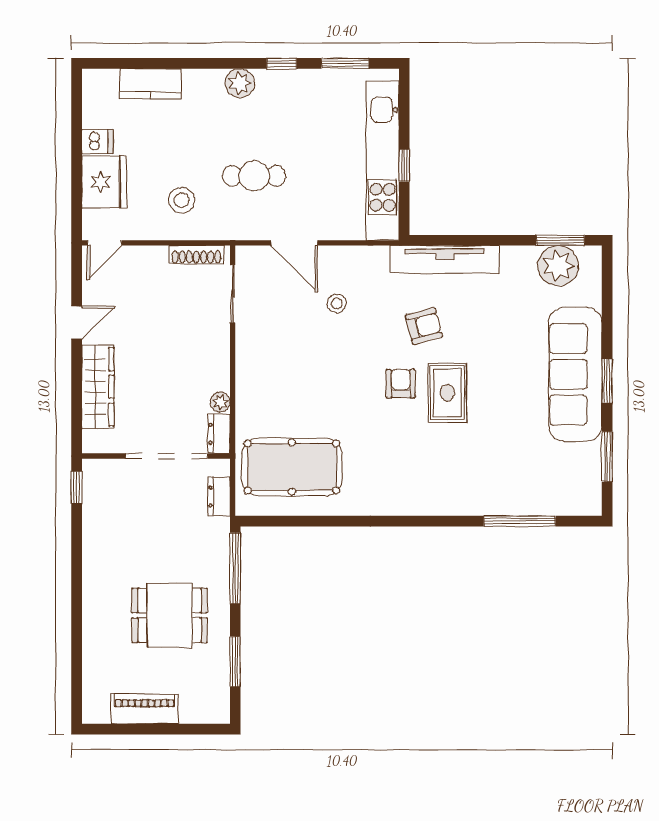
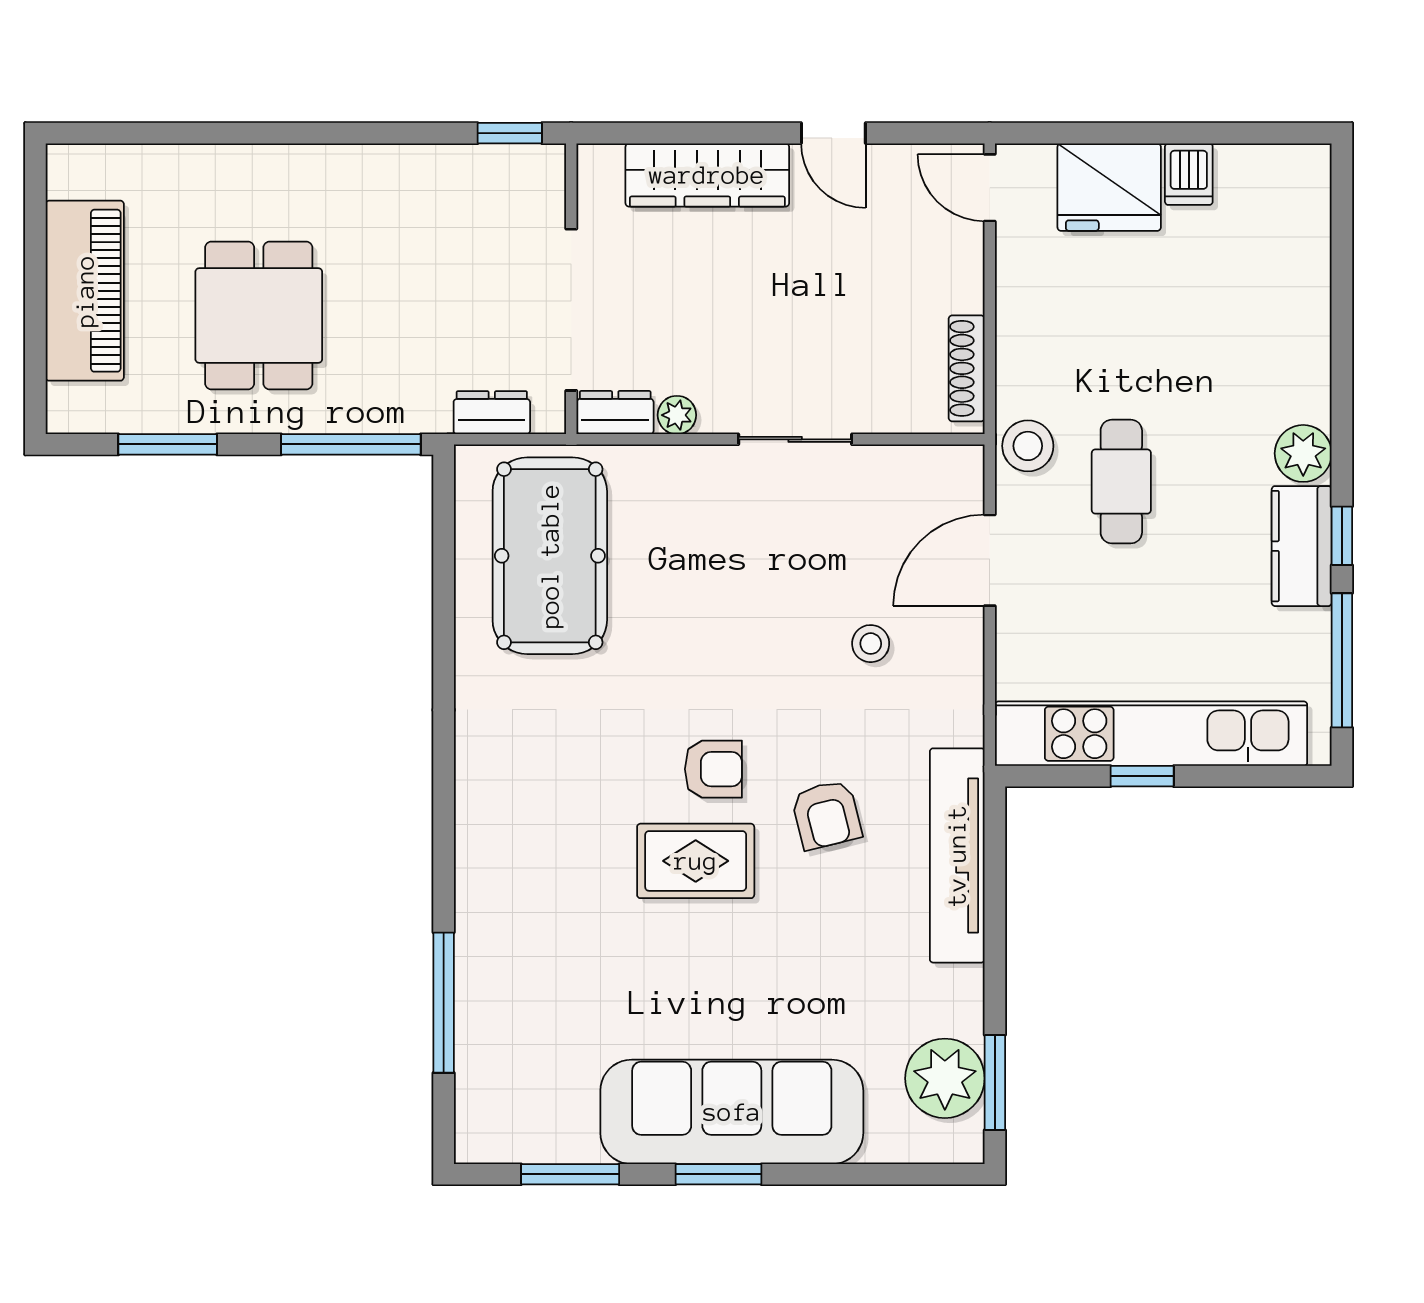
window: (345, 63) -> (1342, 660), width x1.44
kitchen counter: (150, 84) -> (1302, 546), moved
stool: (182, 200) -> (1028, 446), moved
sliding door: (233, 294) -> (795, 439), moved
piano: (145, 709) -> (85, 291), width x1.37, depth x1.33

